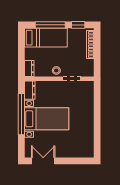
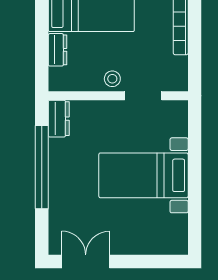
dresser: (29, 69) -> (58, 50), moved
bed with nightstands: (47, 119) -> (143, 175), moved, turned 180

